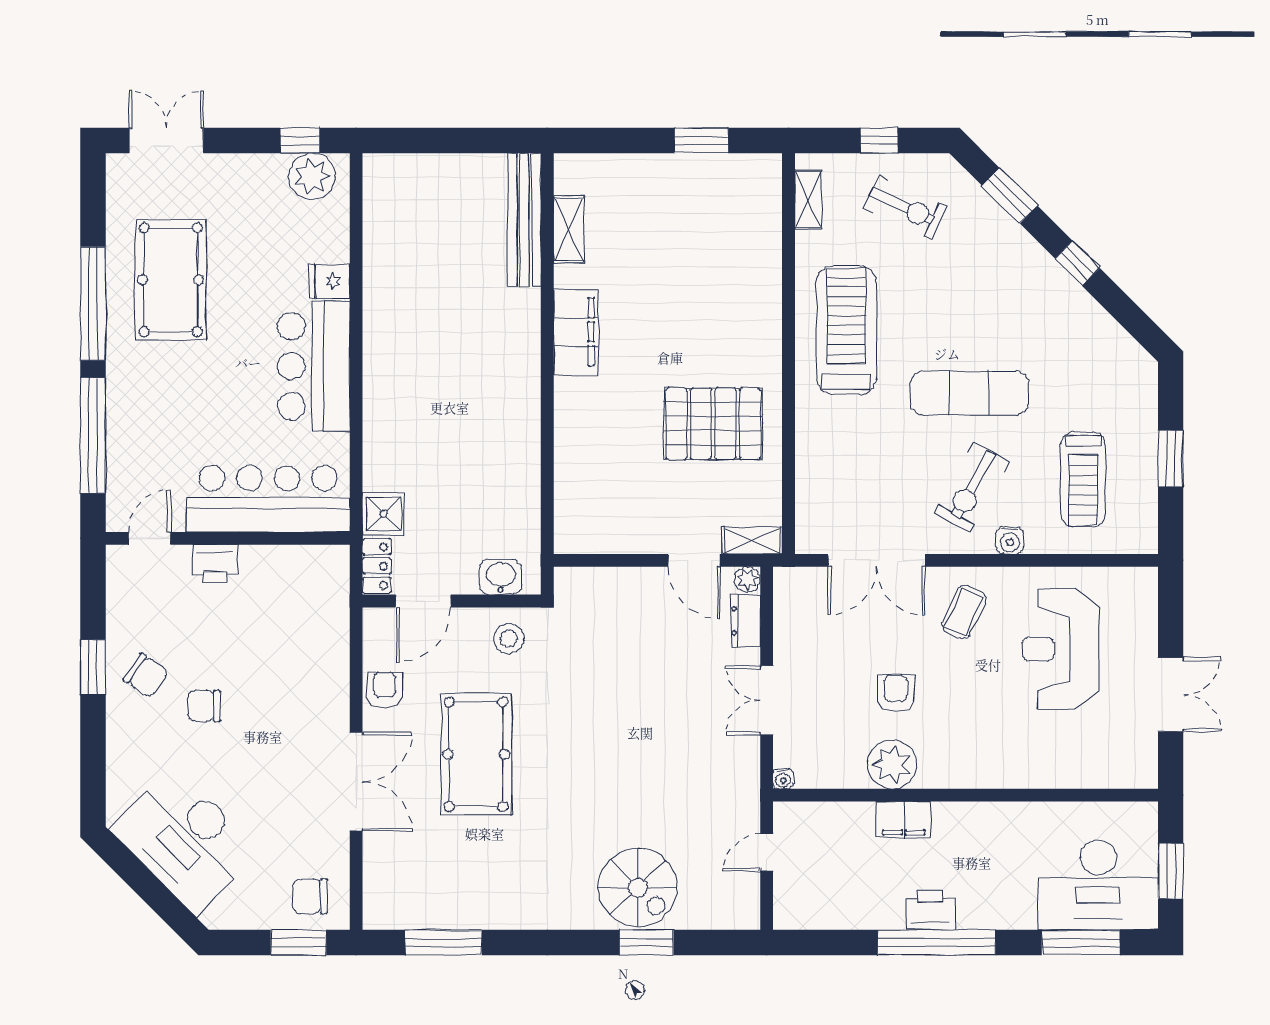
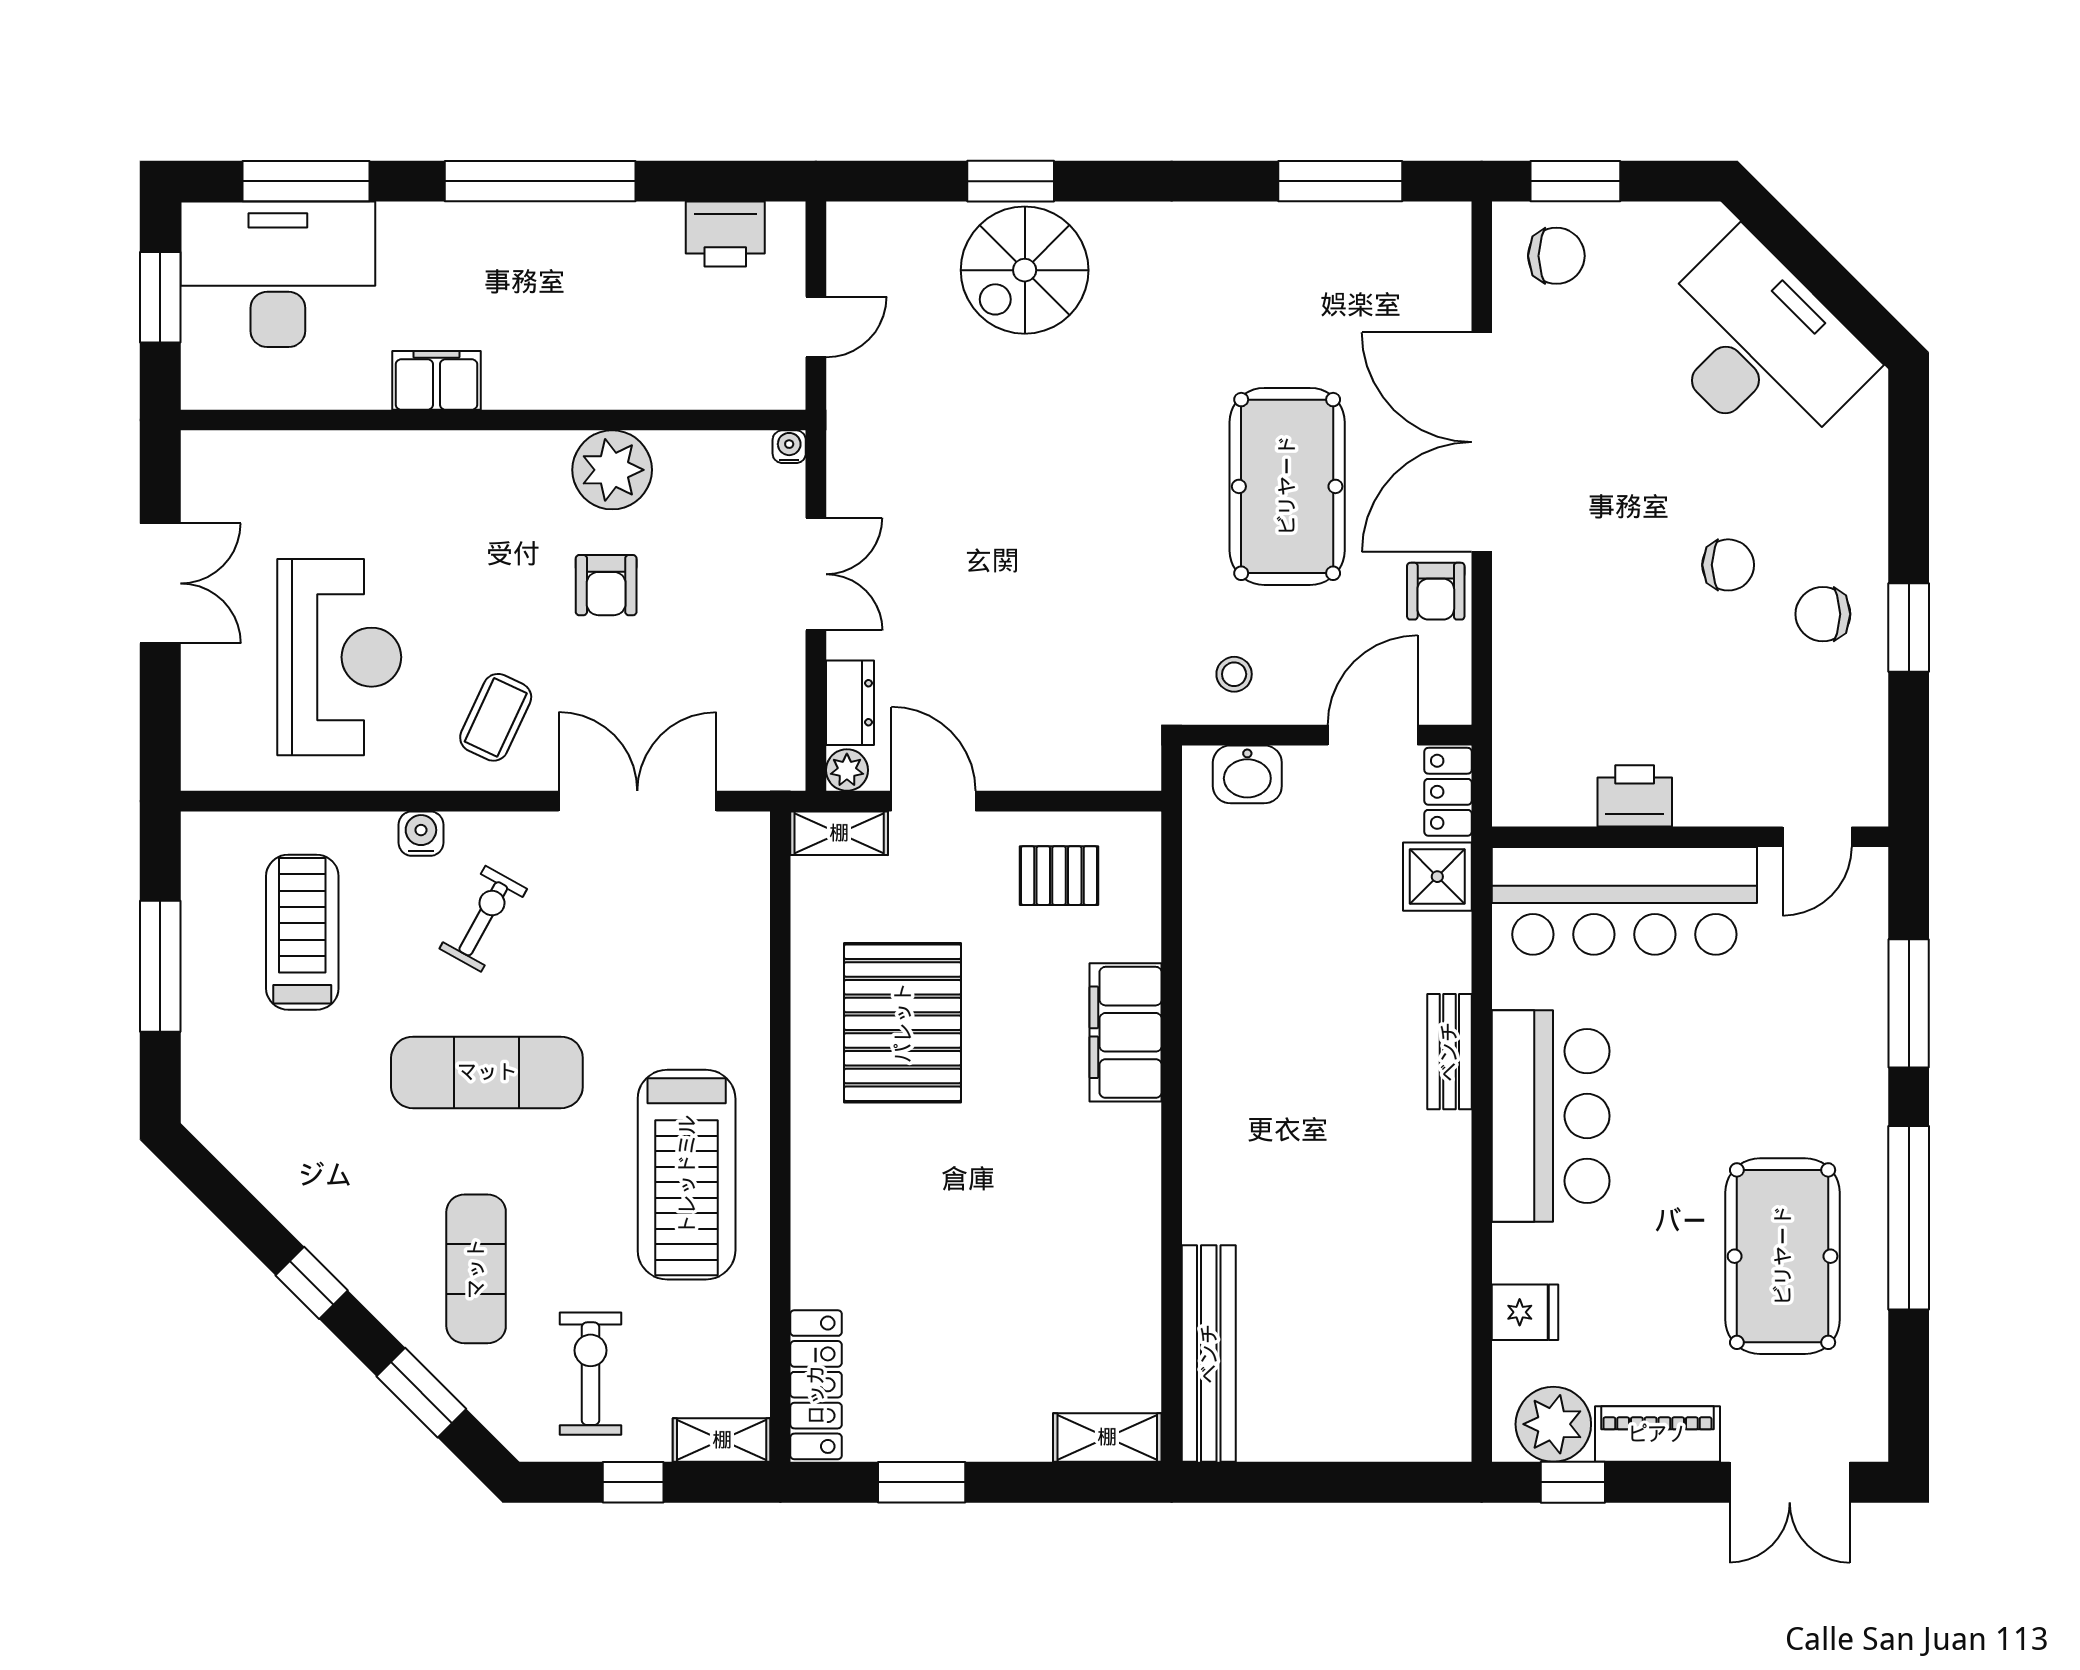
piano: (248, 170) -> (1657, 1434), added
shelving: (808, 199) -> (722, 1440), moved, turned 90
locker: (766, 201) -> (816, 1385), added
exercise bike: (905, 207) -> (591, 1374), turned 65
shelving: (569, 230) -> (1107, 1437), moved, turned 90
exercise mat: (976, 272) -> (476, 1269), added
fridge: (329, 281) -> (1525, 1312), moved
filing cabinet: (576, 332) -> (1126, 1032), moved
bench: (376, 406) -> (1449, 1052), added
pallet: (713, 424) -> (903, 1023), turned 90
window: (93, 436) -> (1909, 1003), width x0.68
window: (1171, 458) -> (160, 966), width x1.44
exercise bike: (972, 488) -> (483, 919), width x0.73, depth x0.72
pallet: (617, 514) -> (1059, 876), added
printer: (215, 564) -> (1635, 796), moved
stool: (509, 639) -> (1234, 674), width x0.73, depth x0.73
chair: (146, 676) -> (1823, 614), turned -34
double door: (1171, 695) -> (160, 583), swing flipped
double door: (356, 782) -> (1482, 442), width x1.36
filing cabinet: (904, 820) -> (436, 380), moved
spiral stairs: (638, 888) -> (1025, 270), turned -90
printer: (930, 910) -> (725, 234), moved

